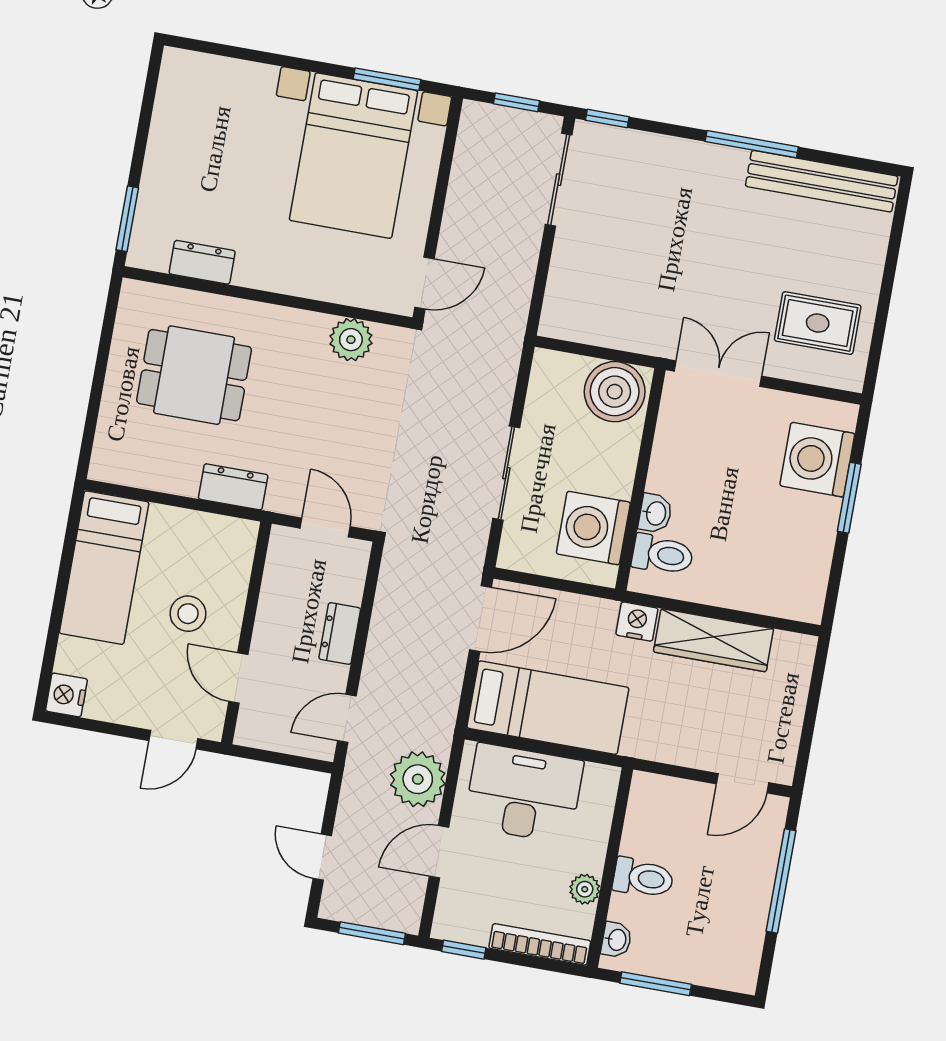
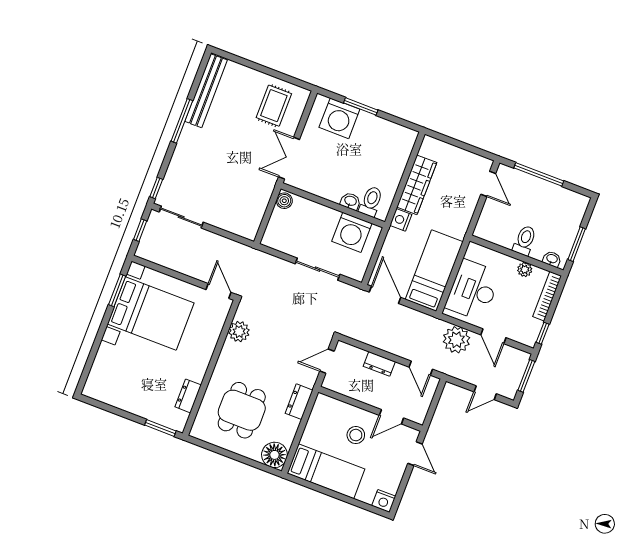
boiler: (615, 392) -> (284, 201), width x0.54, depth x0.54
floor lamp: (117, 458) -> (274, 455), added

